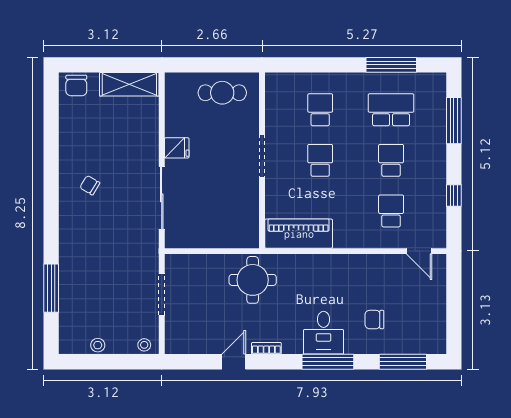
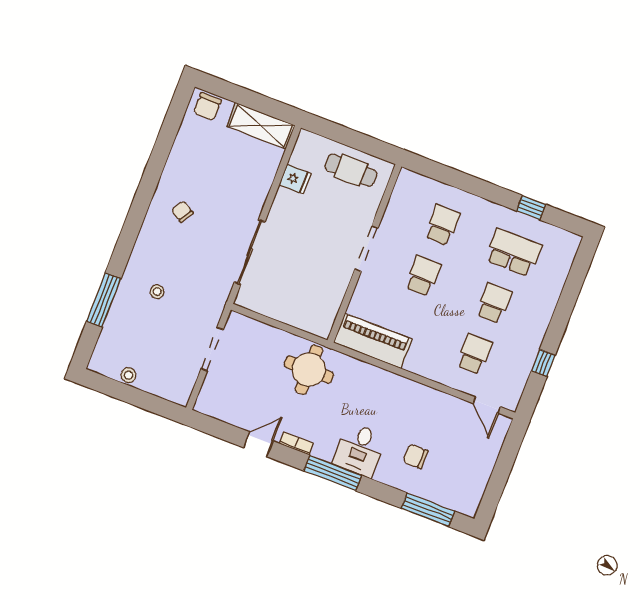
window: (391, 65) -> (531, 208), width x0.46
window: (454, 121) -> (572, 288), removed
fridge: (177, 148) -> (295, 179), moved
stool: (144, 345) -> (157, 292), moved
window: (328, 362) -> (333, 473), moved

